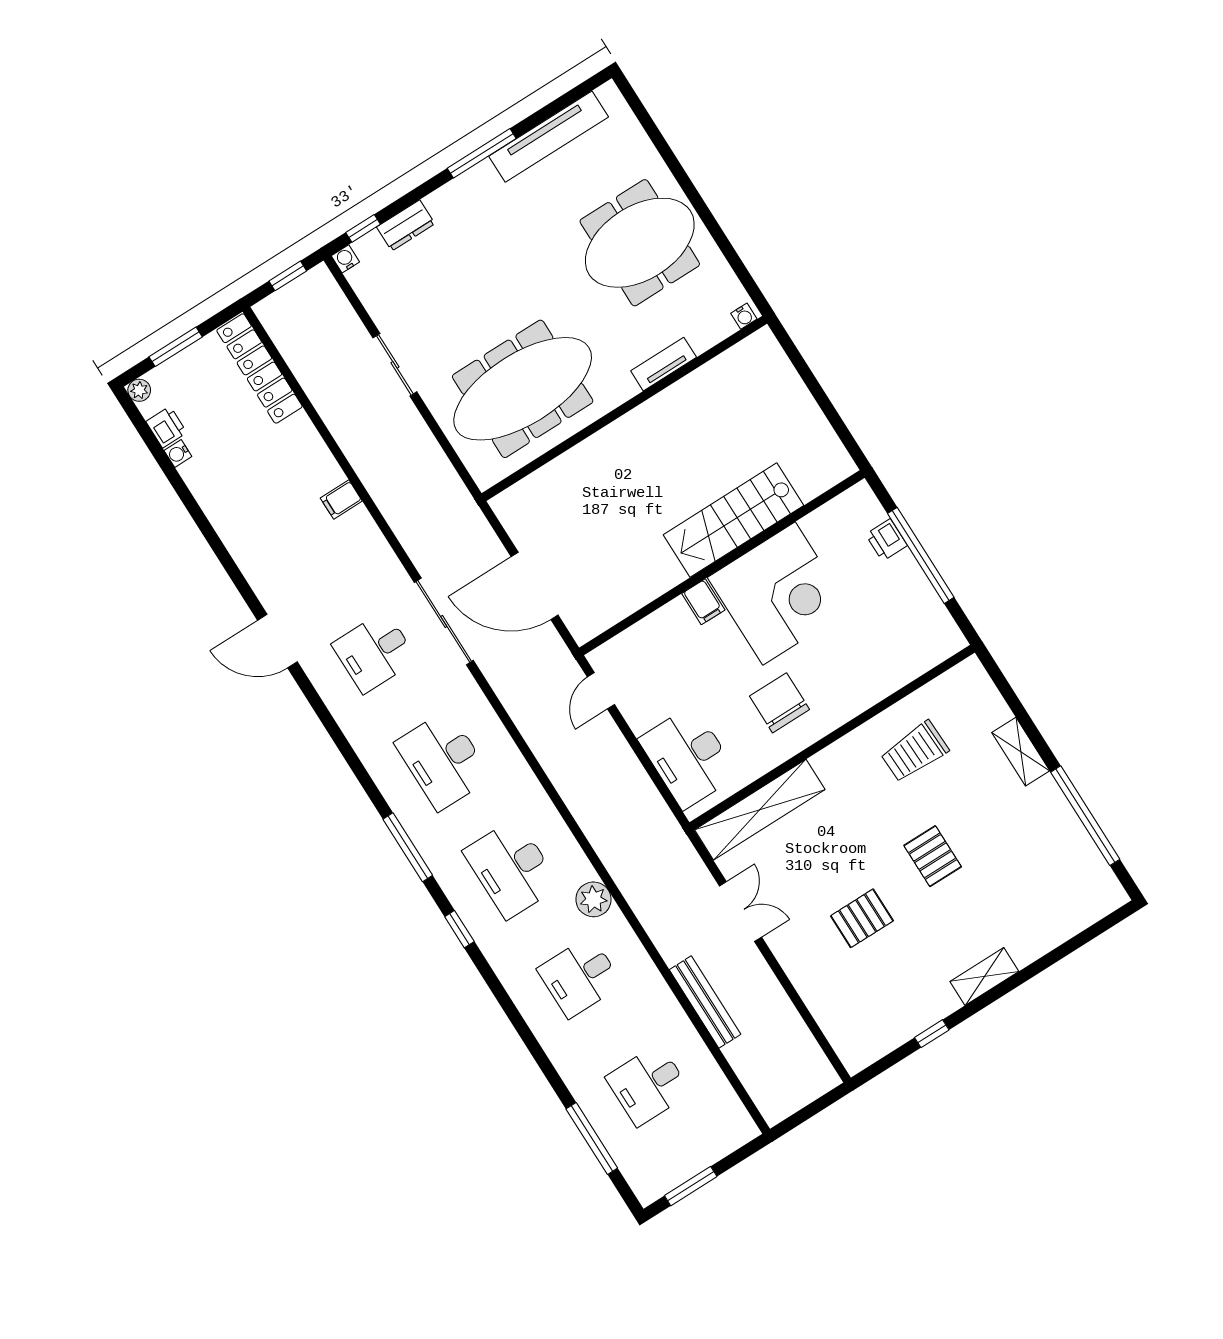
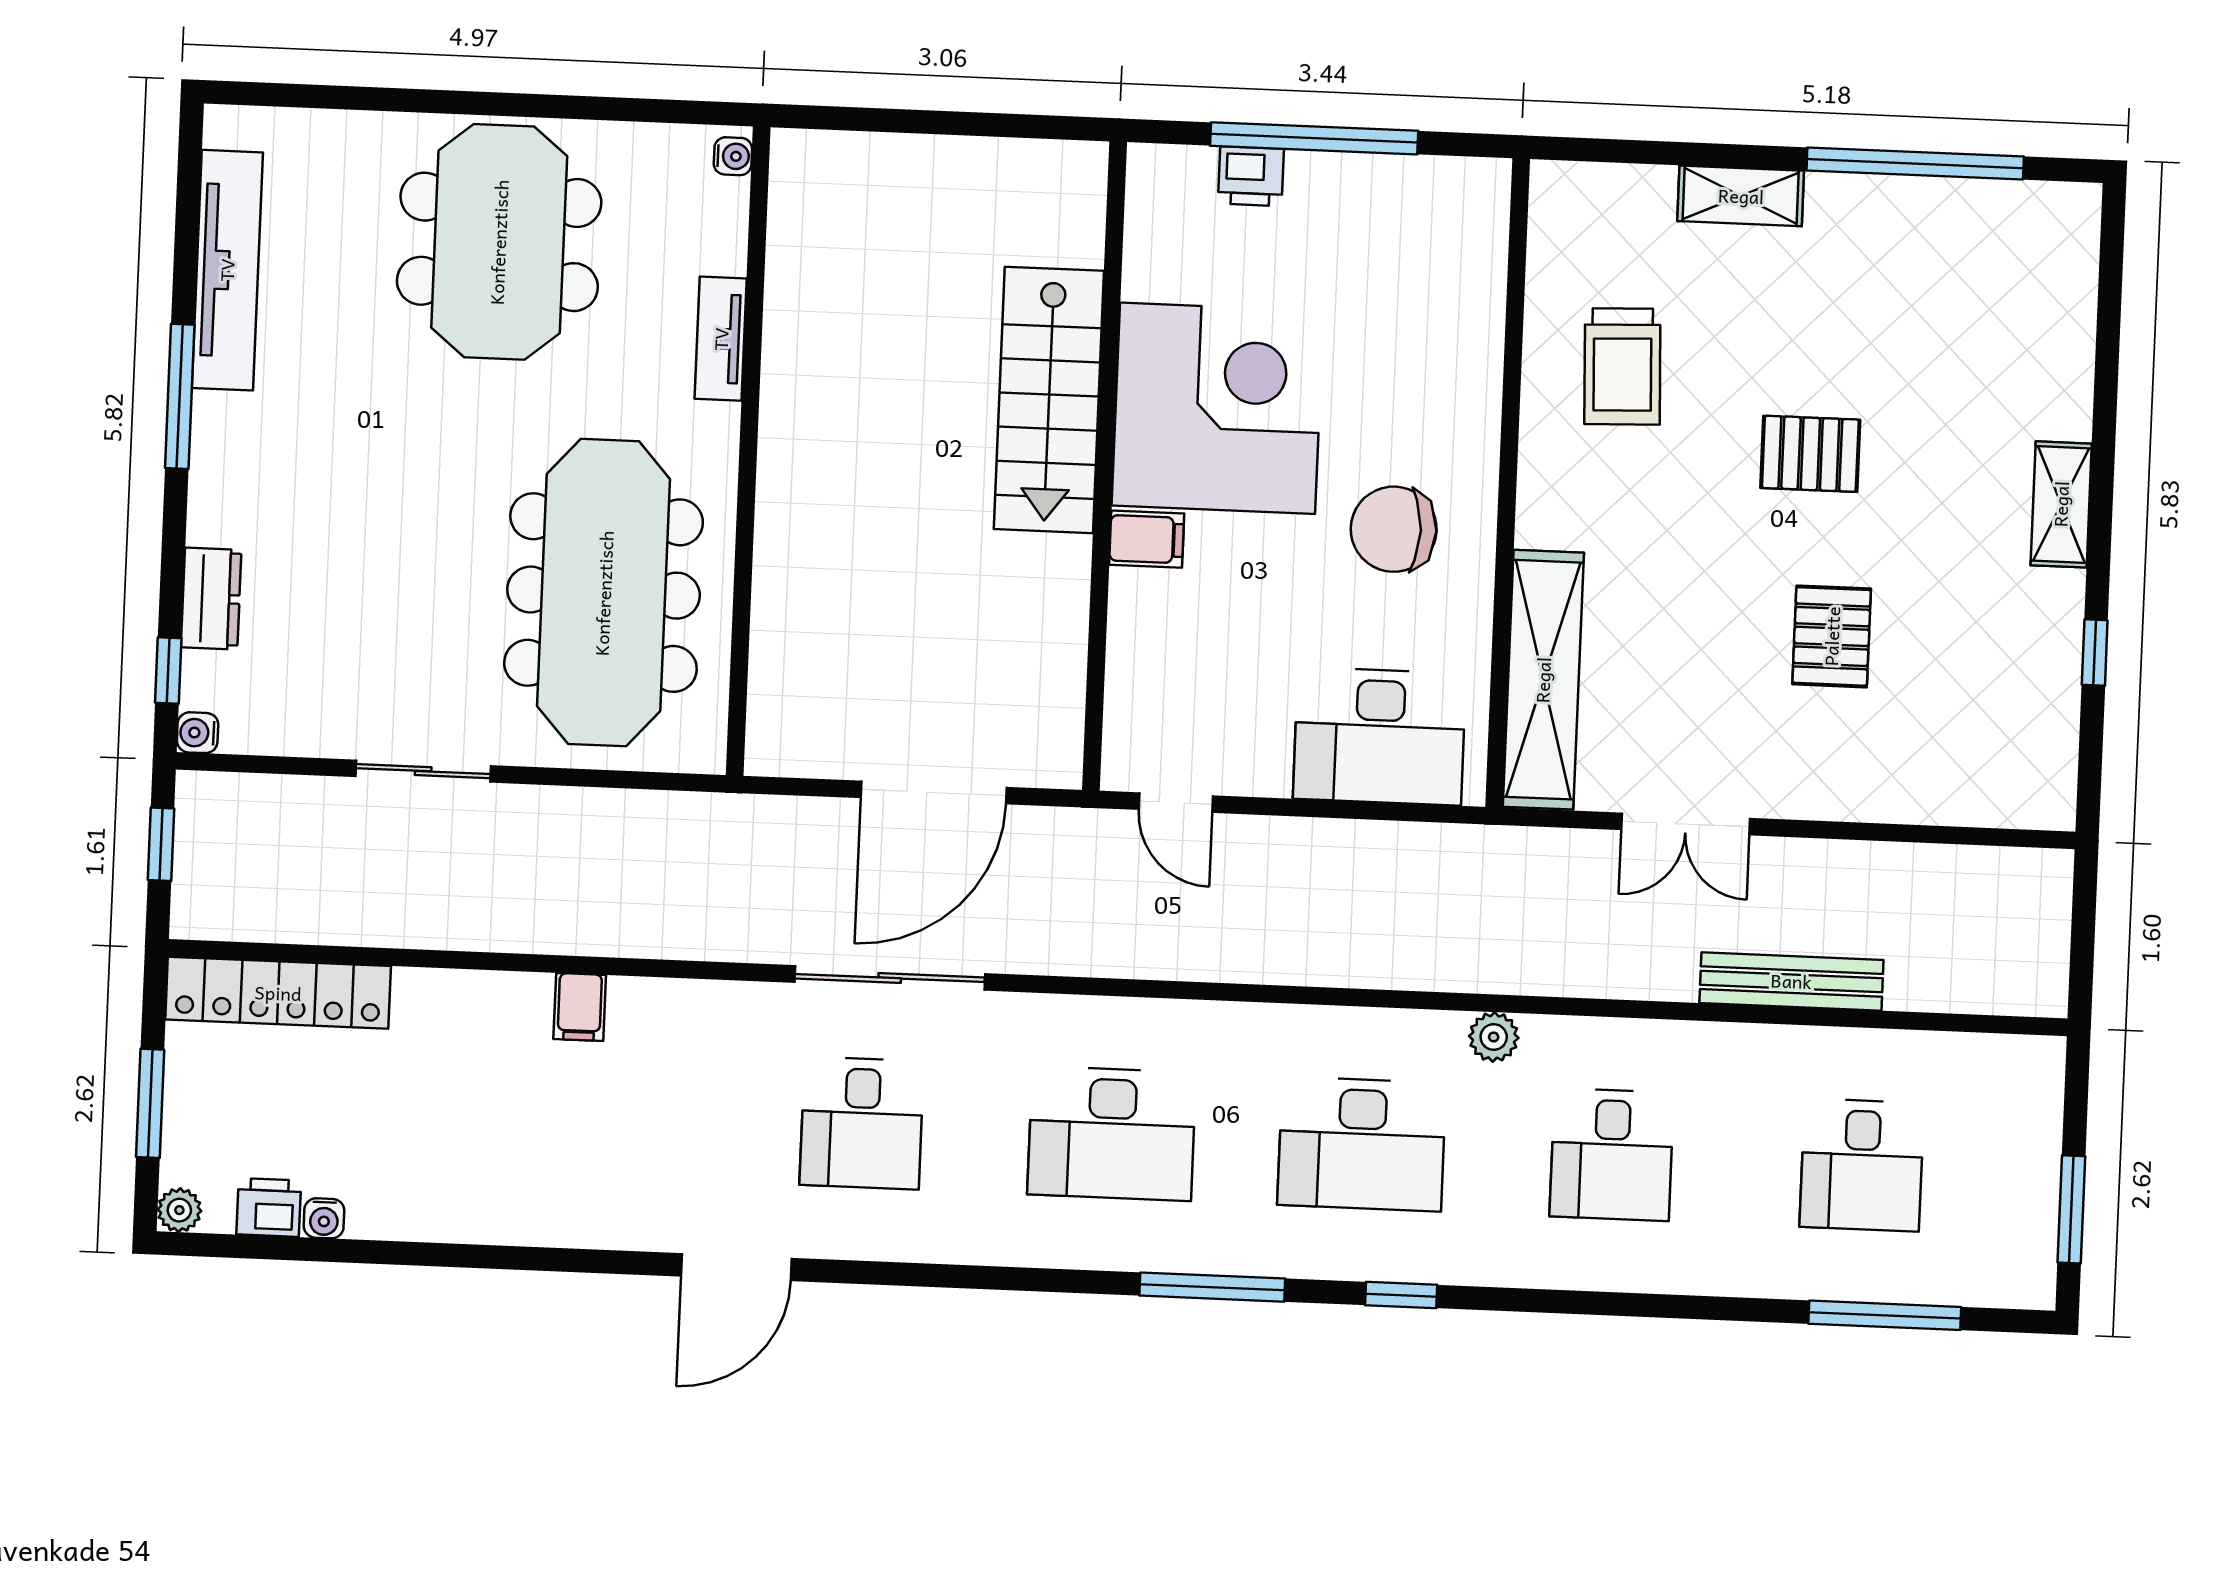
plant: (593, 899) -> (1494, 1037), width x0.73, depth x0.73
double door: (740, 911) -> (1686, 824), swing flipped

